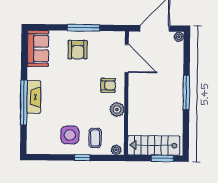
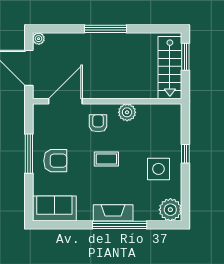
coffee table: (95, 138) -> (106, 159), moved
plant: (116, 150) -> (170, 210), moved, width x1.88, depth x1.88

